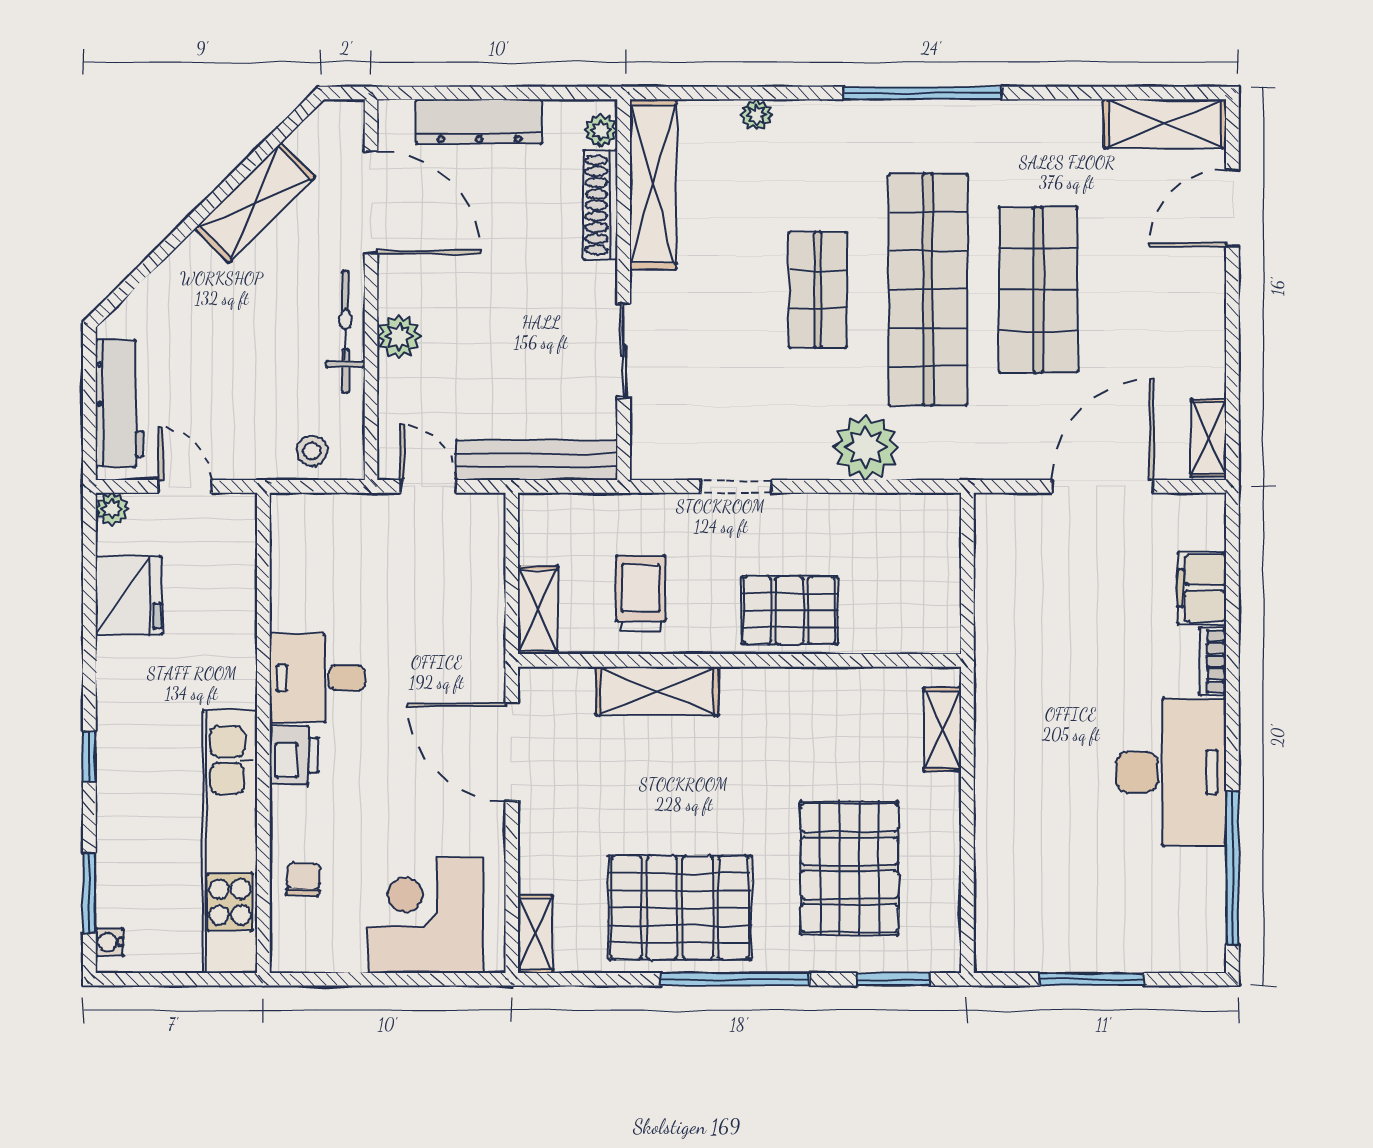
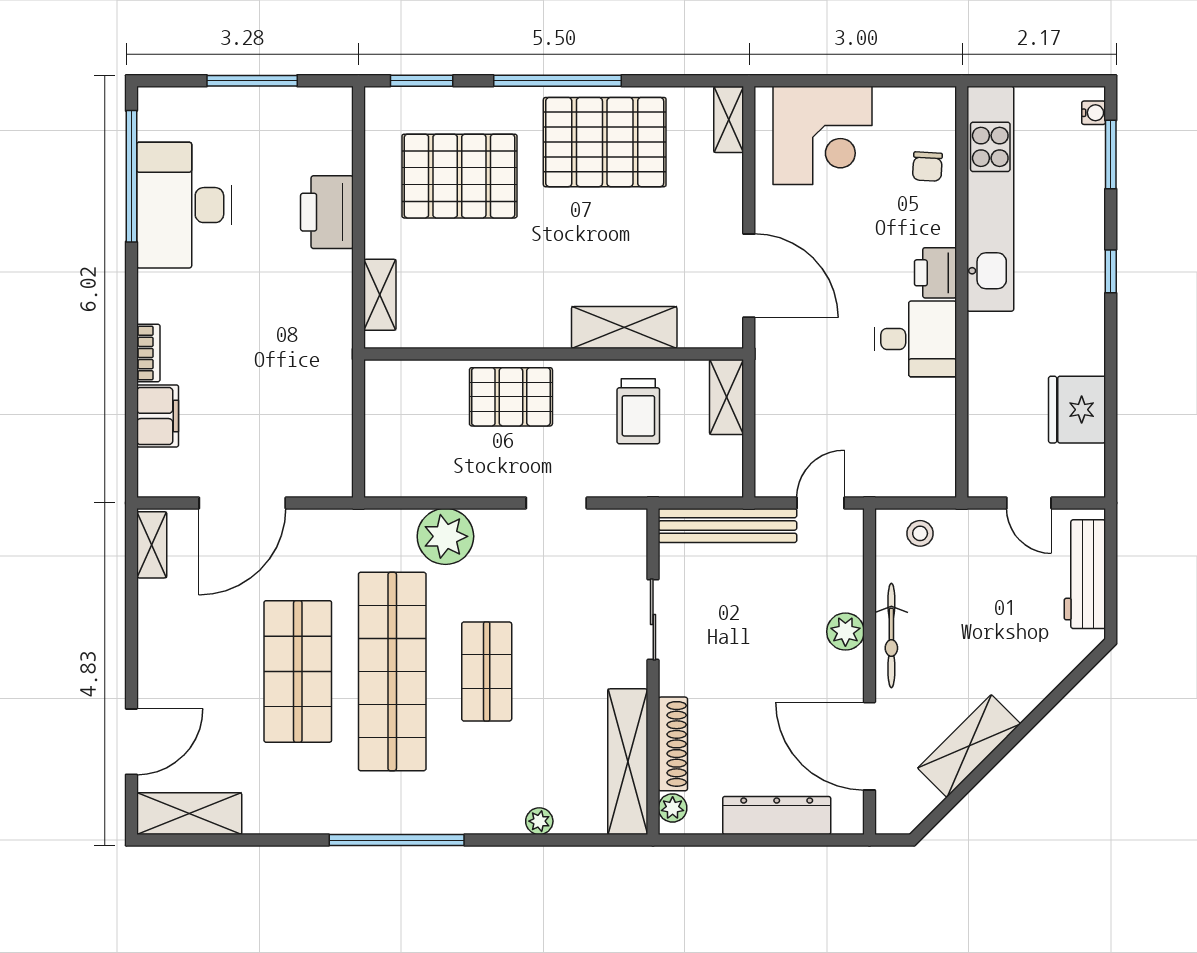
door: (428, 486) -> (821, 503), swing flipped
plant: (112, 509) -> (1091, 484), removed
desk: (1171, 772) -> (184, 205), moved
printer: (1004, 826) -> (327, 212), added
pallet: (849, 868) -> (459, 176), turned 90

